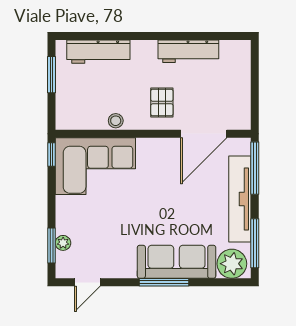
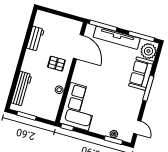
workbench: (188, 51) -> (35, 39), width x0.73
sofa: (177, 262) -> (141, 74), width x0.73

